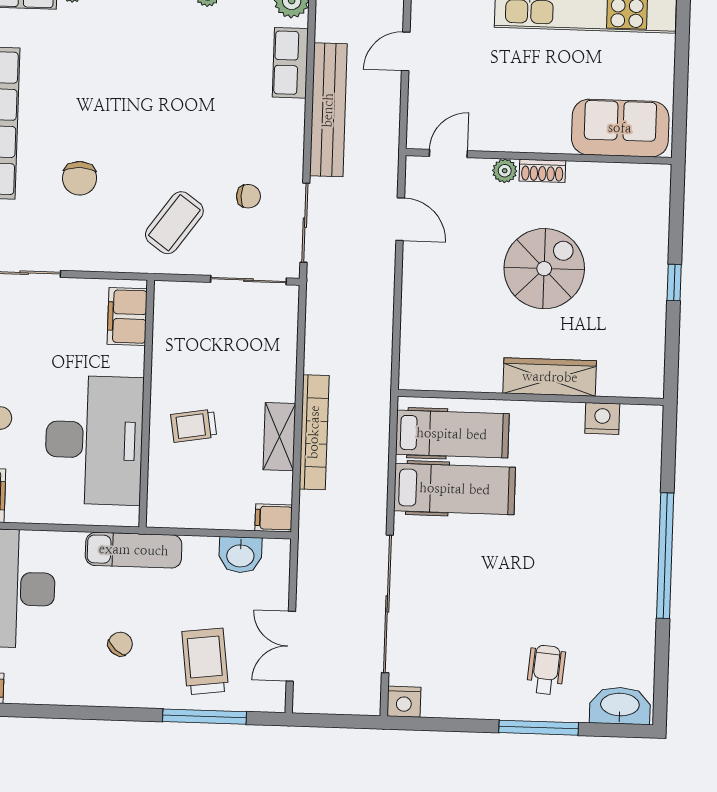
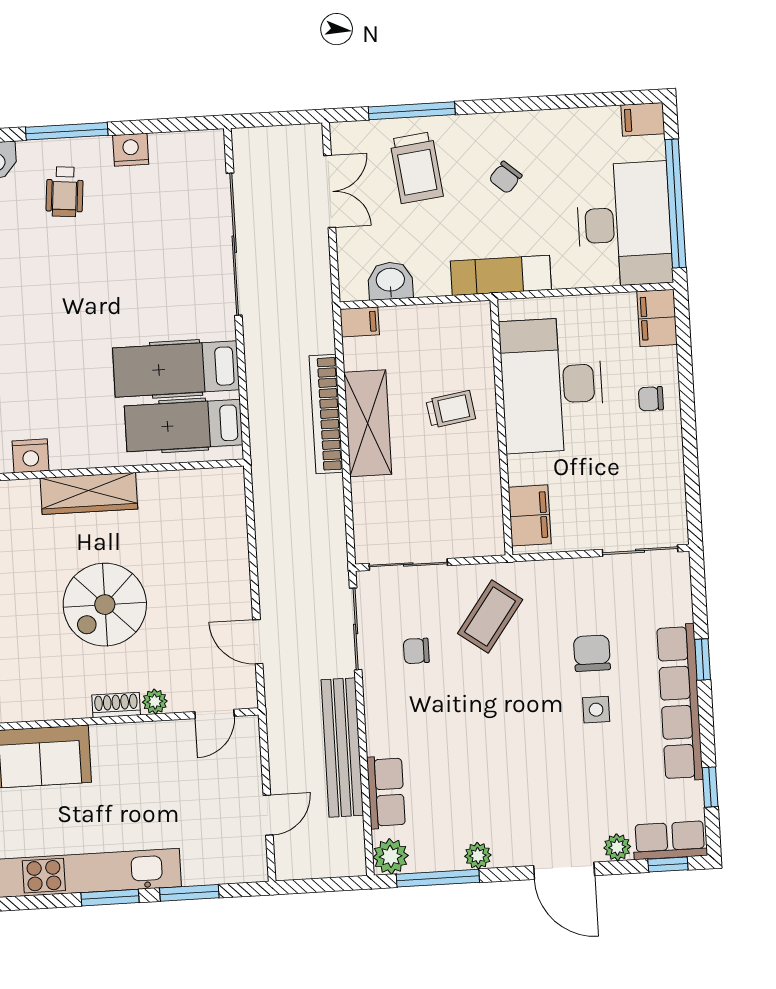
side table: (81, 124) -> (596, 710), added
shelving: (279, 437) -> (368, 423), width x1.50, depth x1.33
nightstand: (404, 702) -> (131, 150), moved

